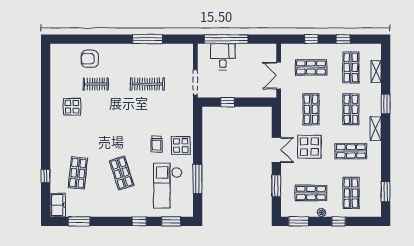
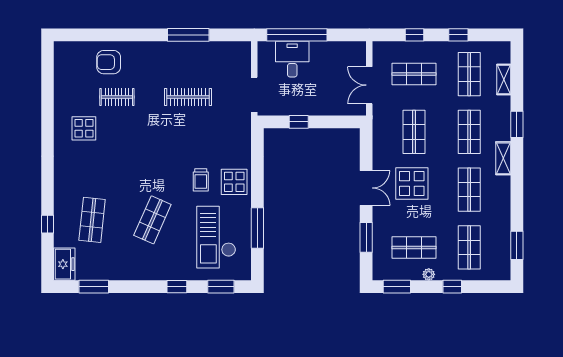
shop shelf: (351, 151) -> (469, 190), turned 90
shop shelf: (122, 173) -> (152, 220), turned 42

